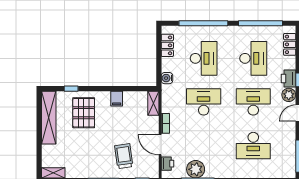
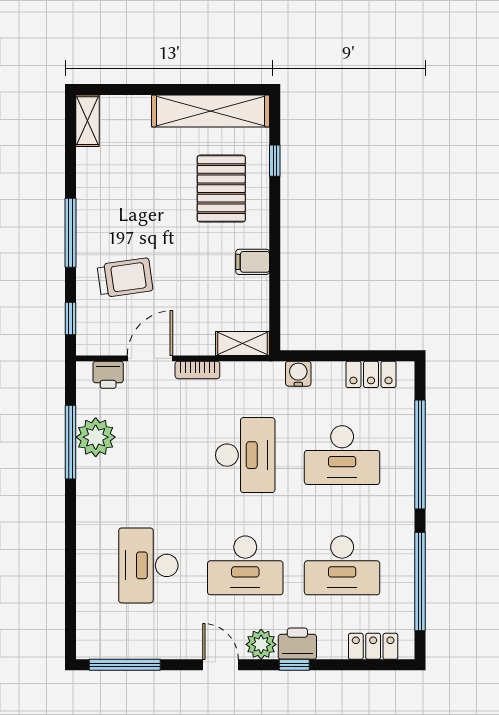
desk: (253, 102) -> (245, 565), turned 90
pallet: (84, 113) -> (221, 189), turned 90

